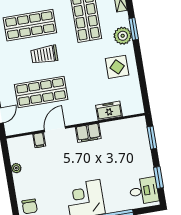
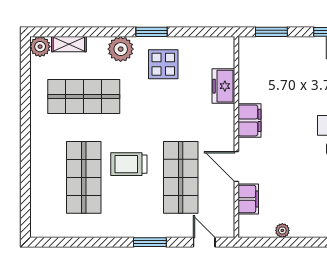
window: (134, 29) -> (151, 32), moved
trolley: (44, 55) -> (129, 164), turned 90
filing cabinet: (39, 140) -> (248, 199), width x2.00

